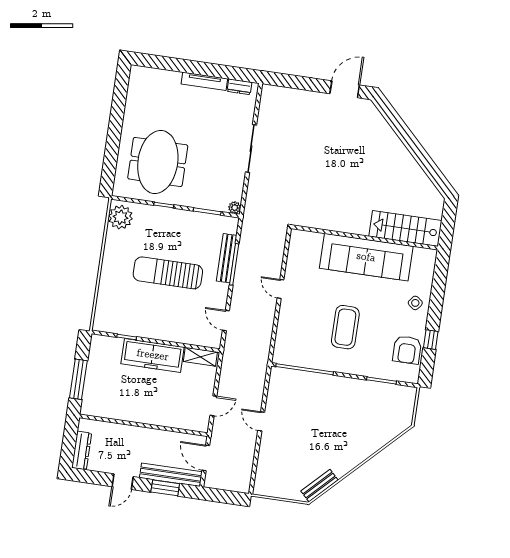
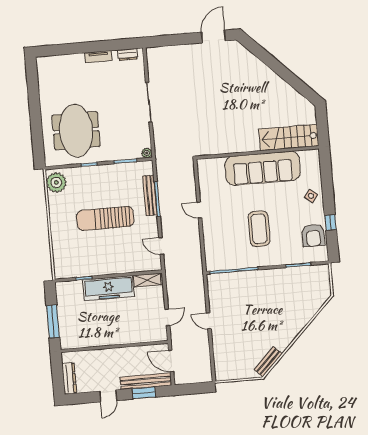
tv unit: (204, 81) -> (98, 57), width x0.71

